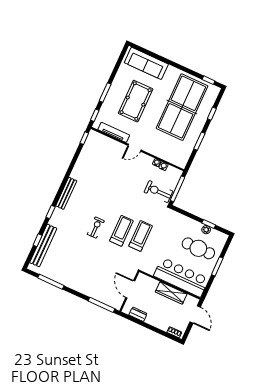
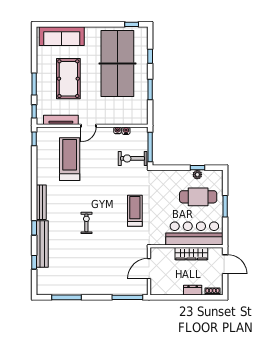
treadmill: (121, 231) -> (70, 159), moved, width x1.37, depth x1.38
bench: (43, 245) -> (42, 244), moved
door: (130, 289) -> (149, 269), hinge flipped
dresser: (138, 314) -> (193, 290), moved

